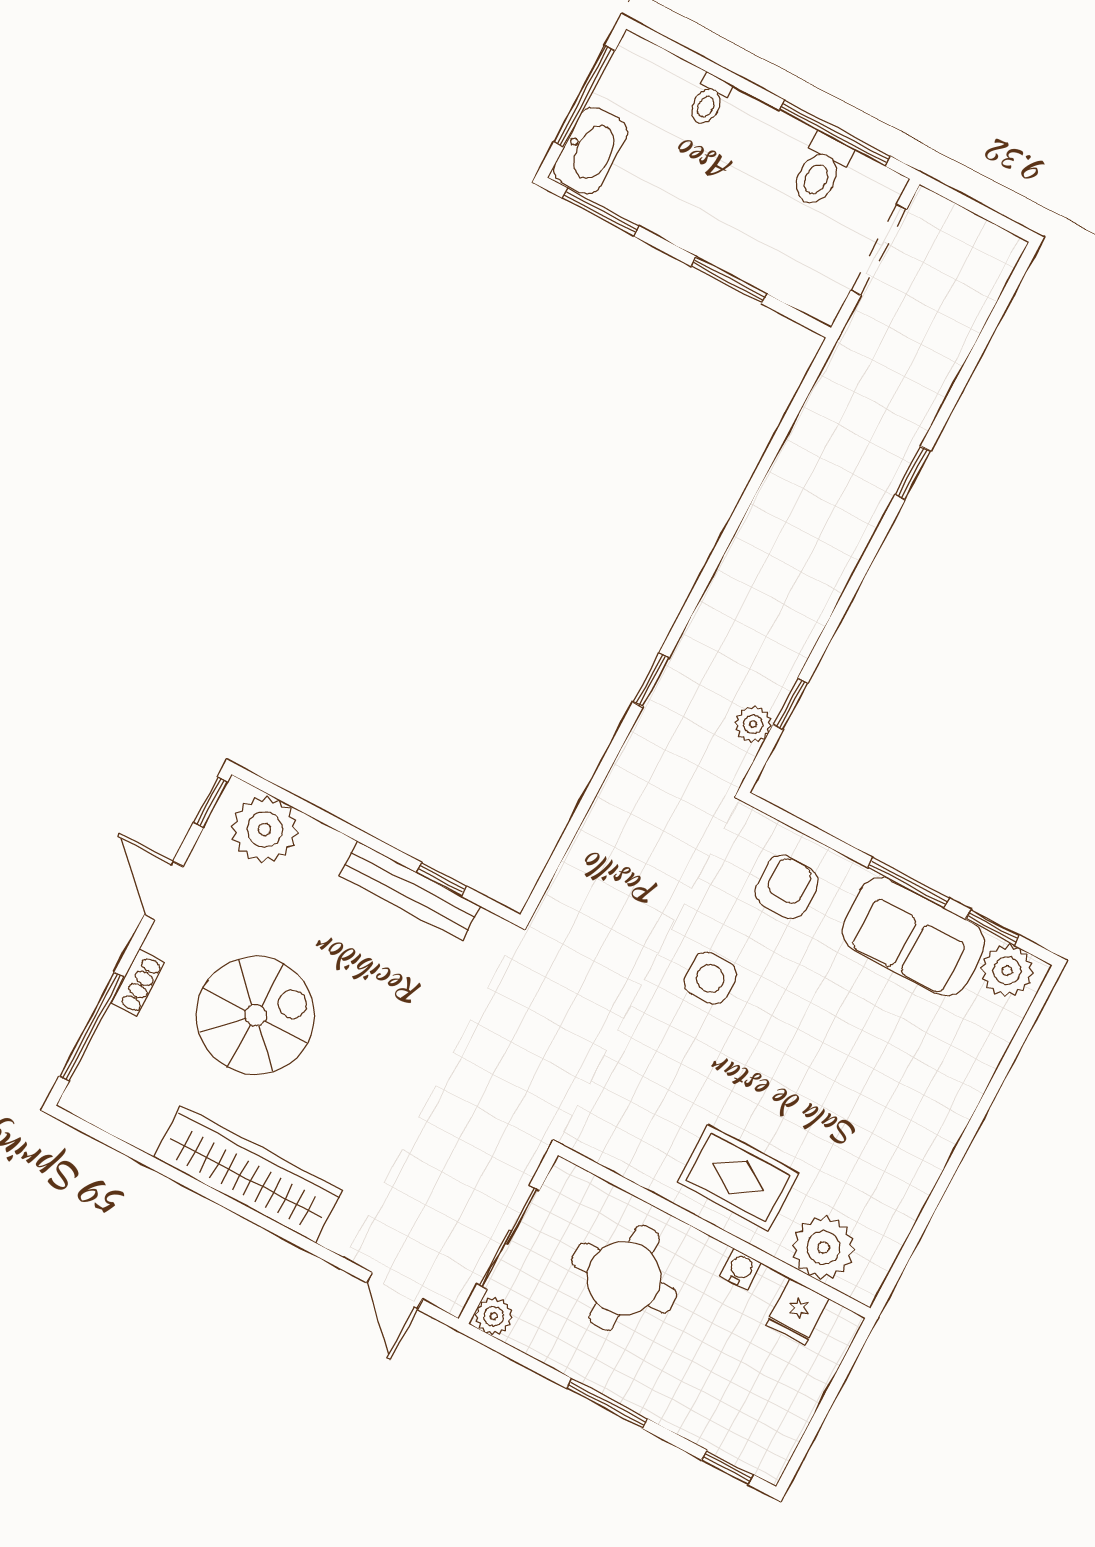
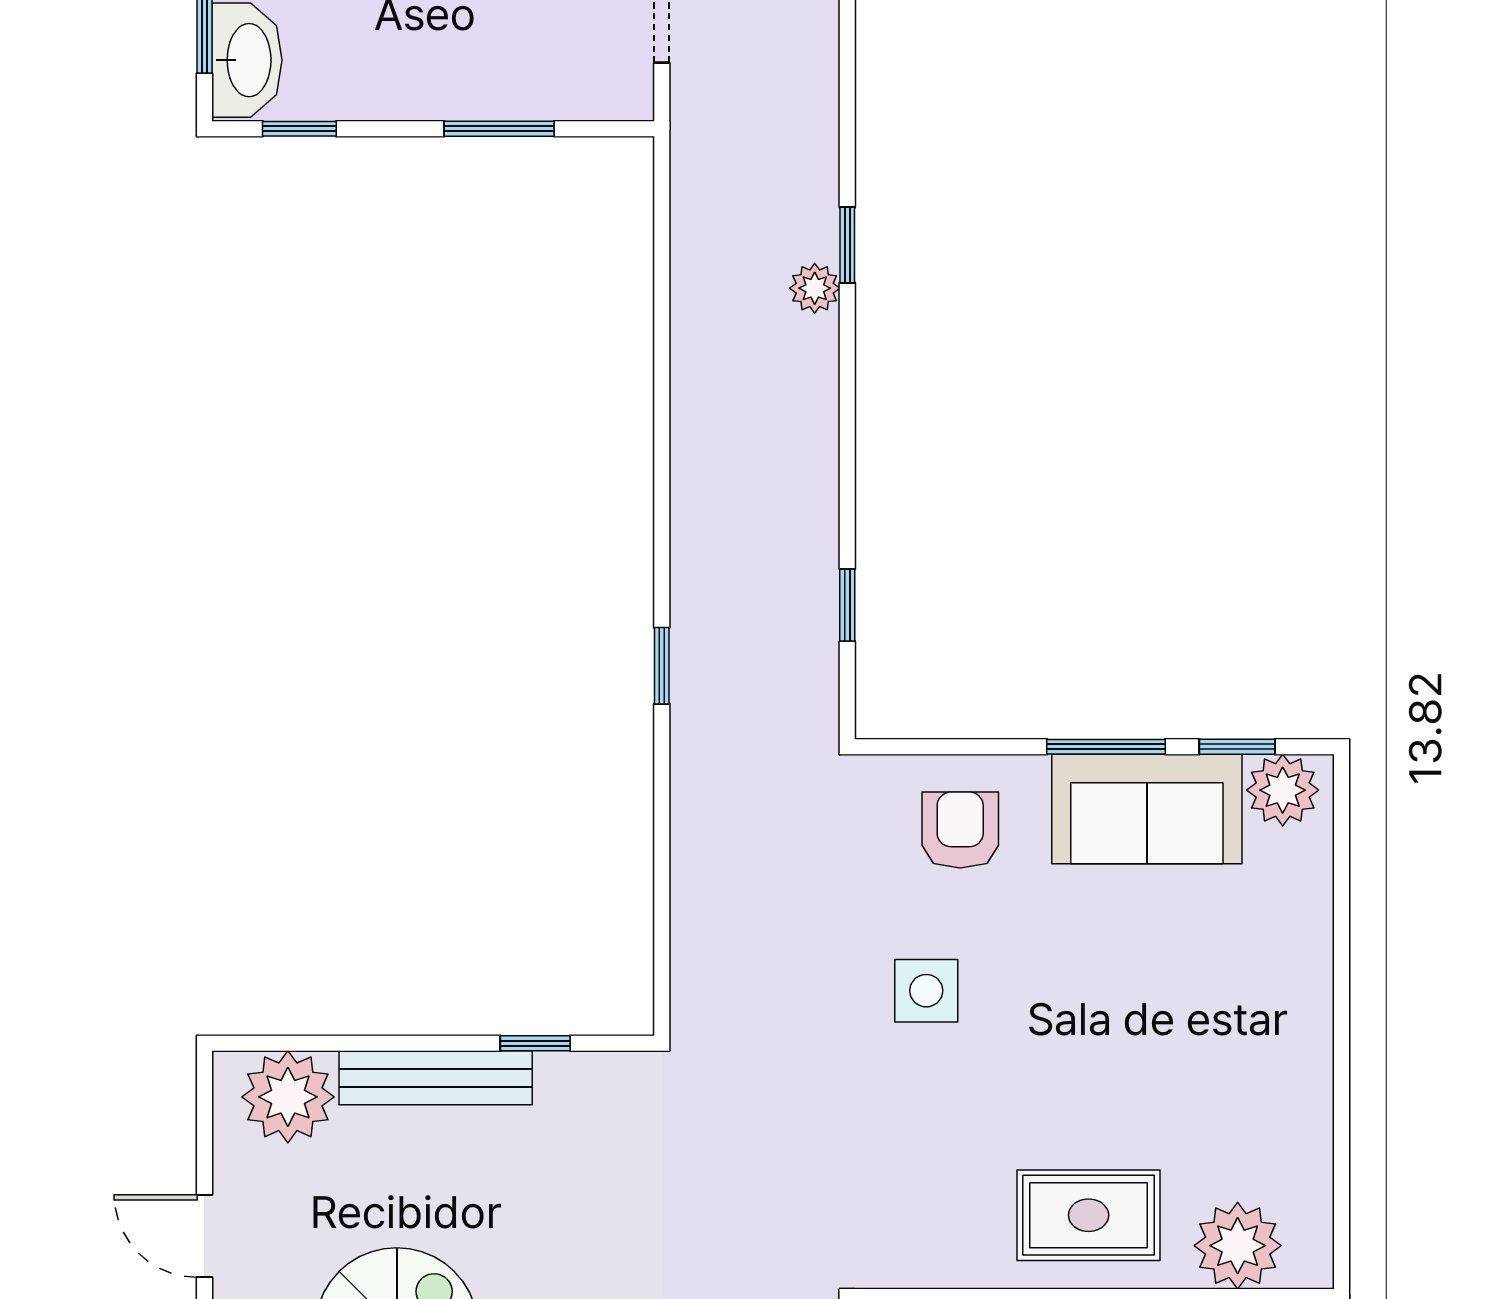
window: (601, 212) -> (299, 129), width x0.67
plant: (753, 724) -> (815, 288), moved
window: (211, 802) -> (204, 1098), removed
bench: (410, 891) -> (436, 1078), moved

